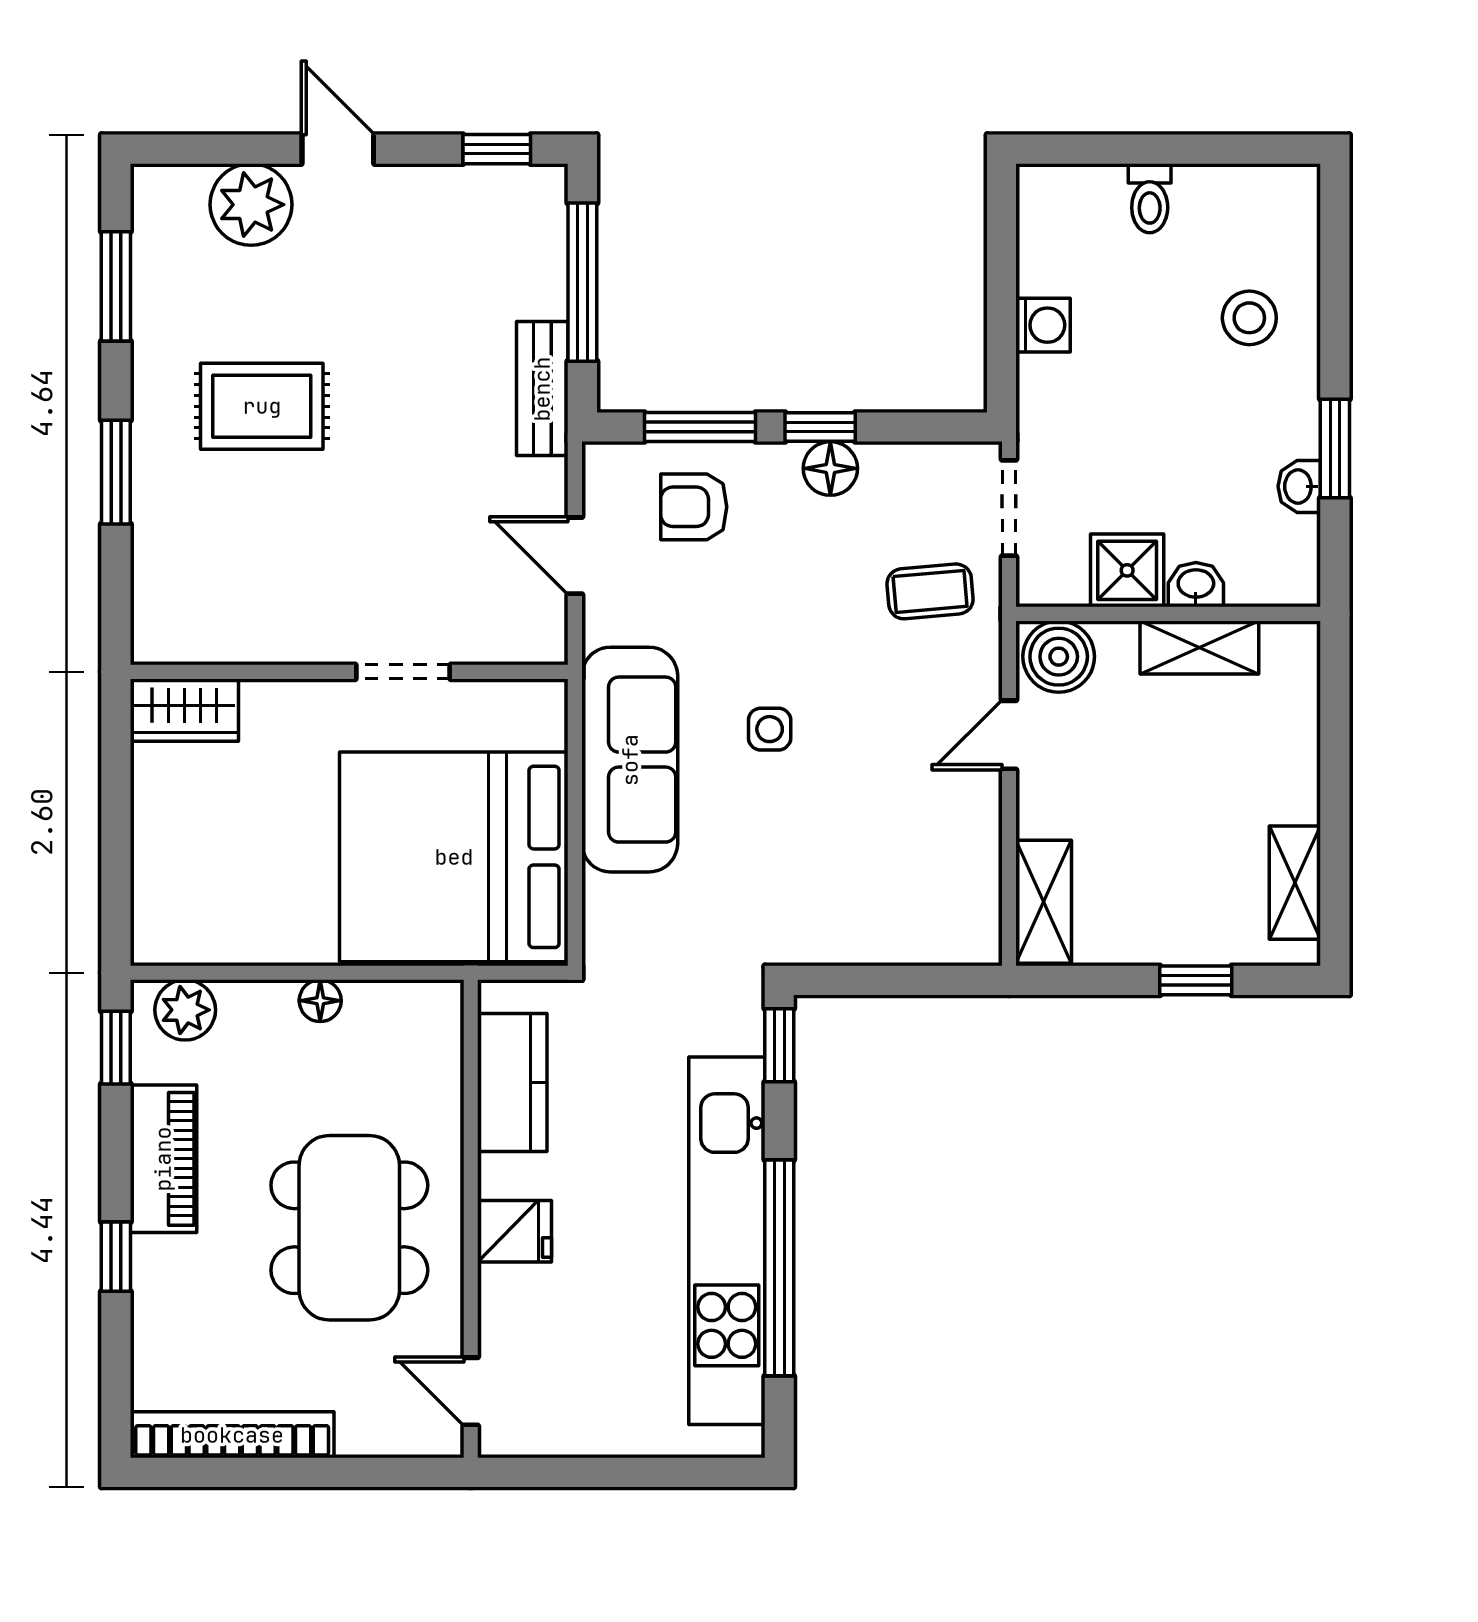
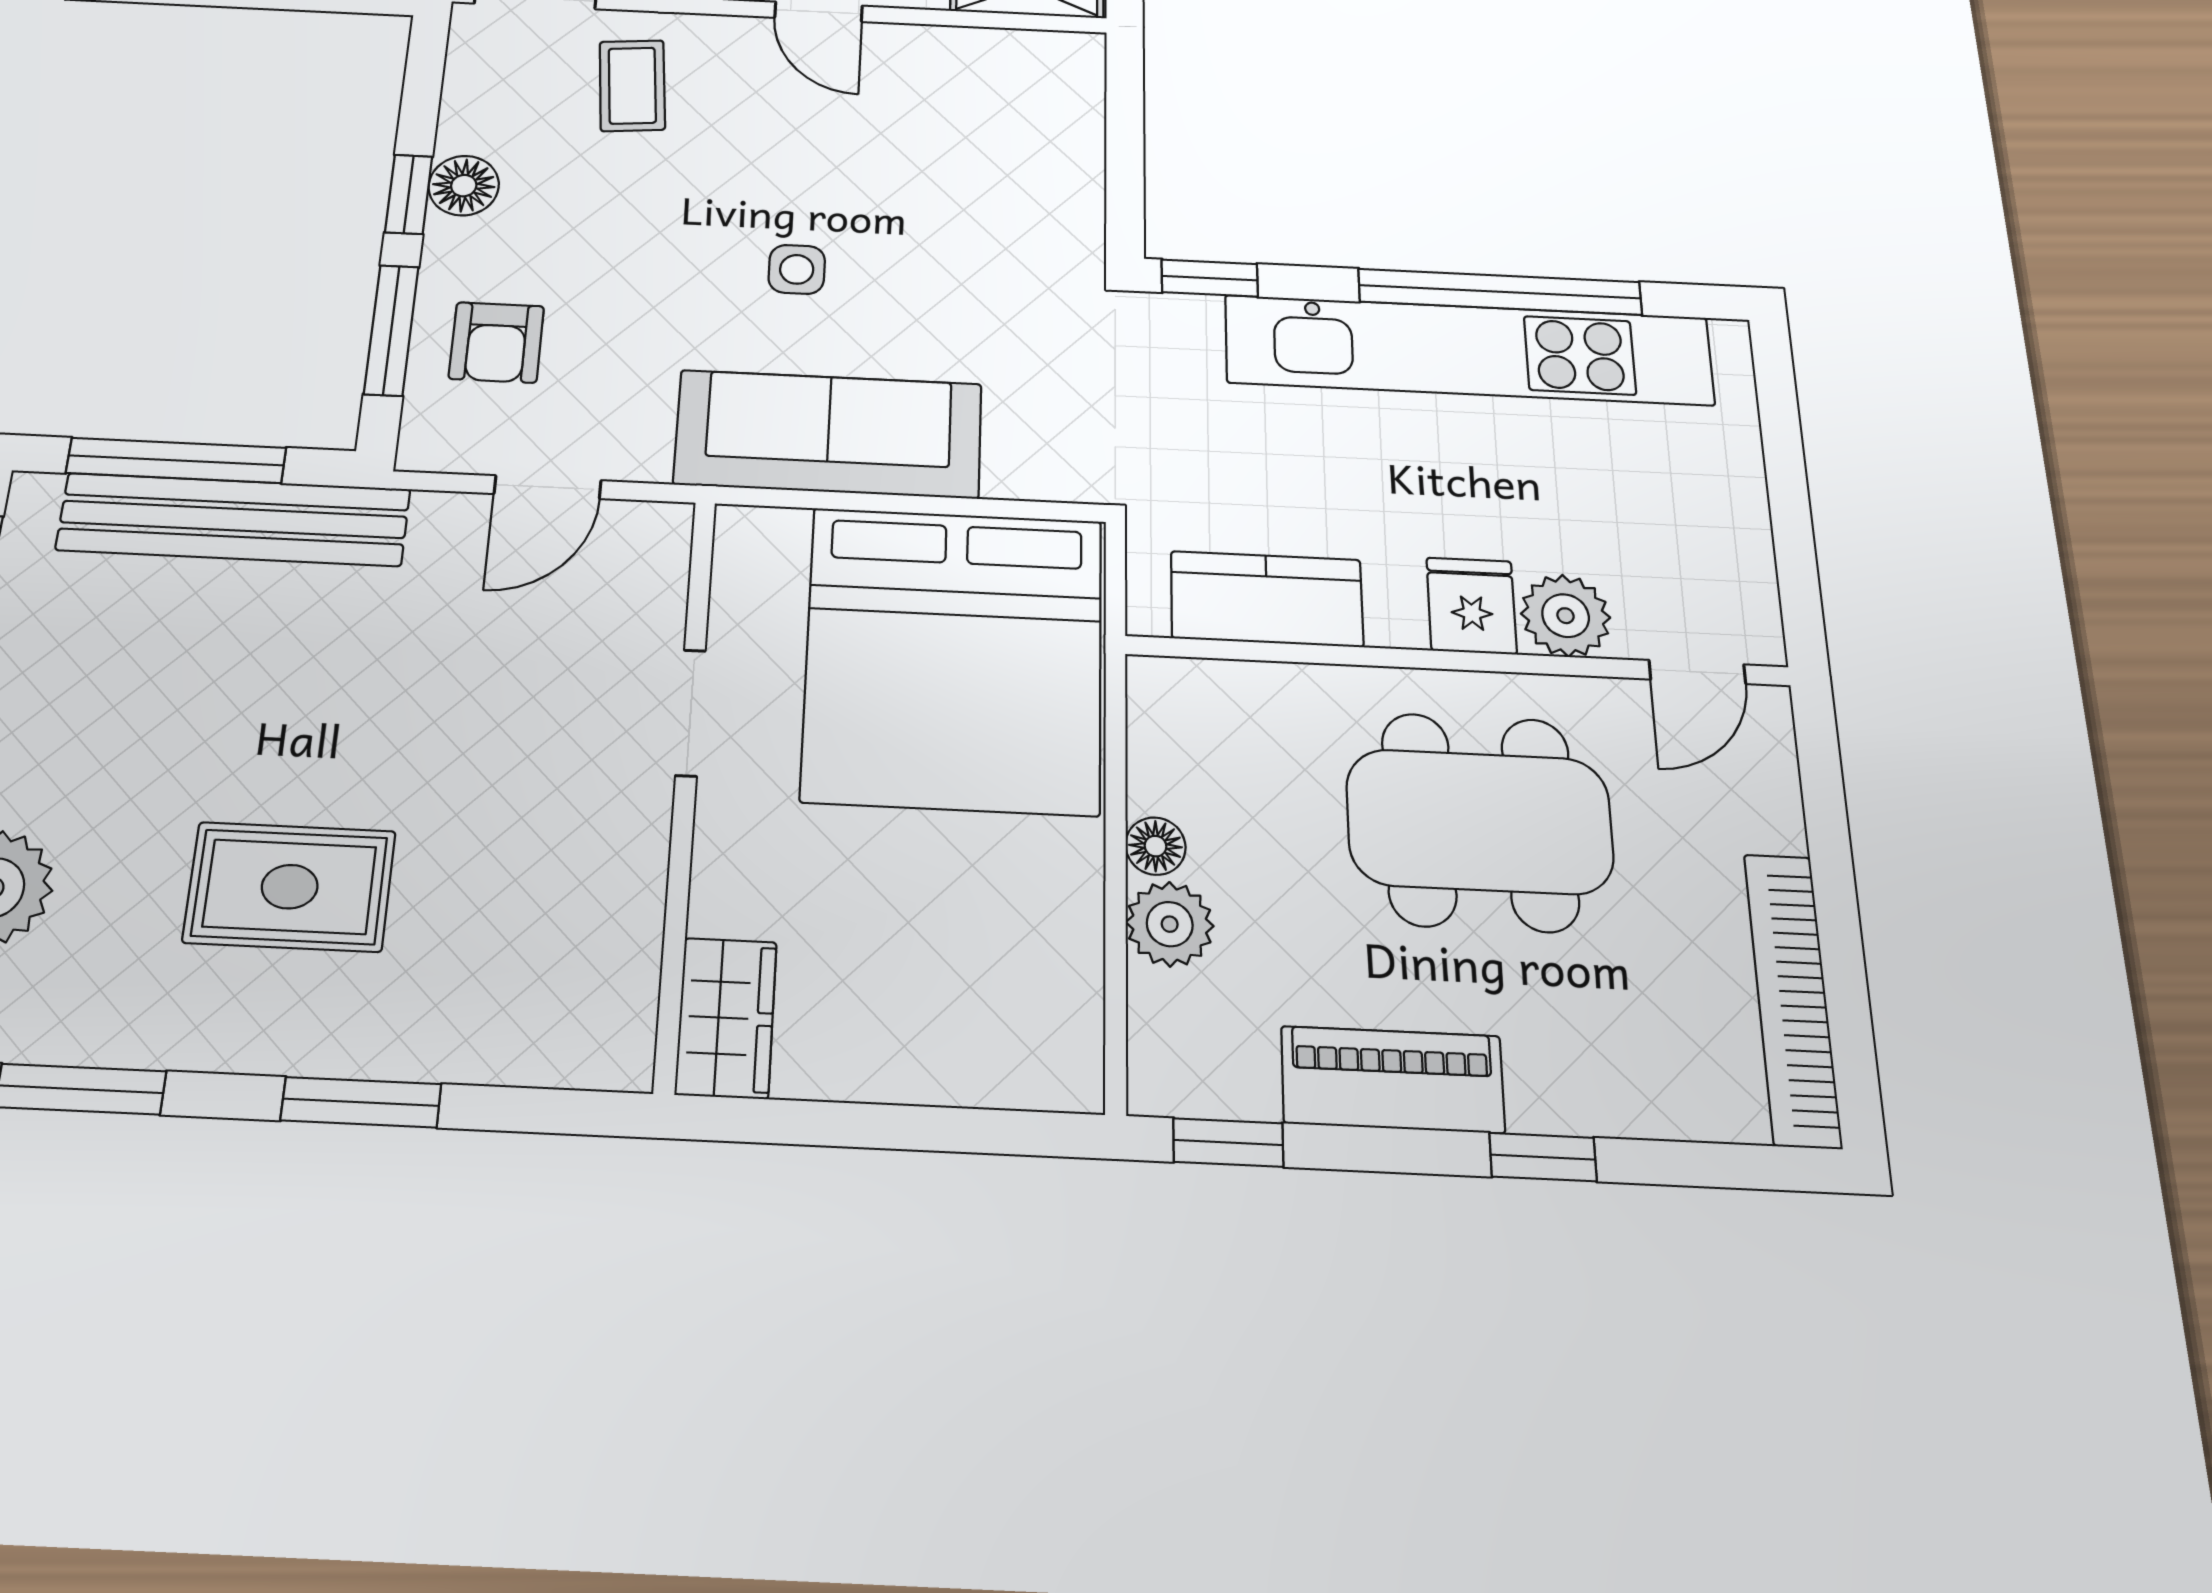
bench: (542, 389) -> (234, 519), width x1.86, depth x1.21
rug: (262, 406) -> (290, 887), turned 90
plant: (185, 1010) -> (1170, 924), moved
plant: (510, 1299) -> (1566, 616), added

